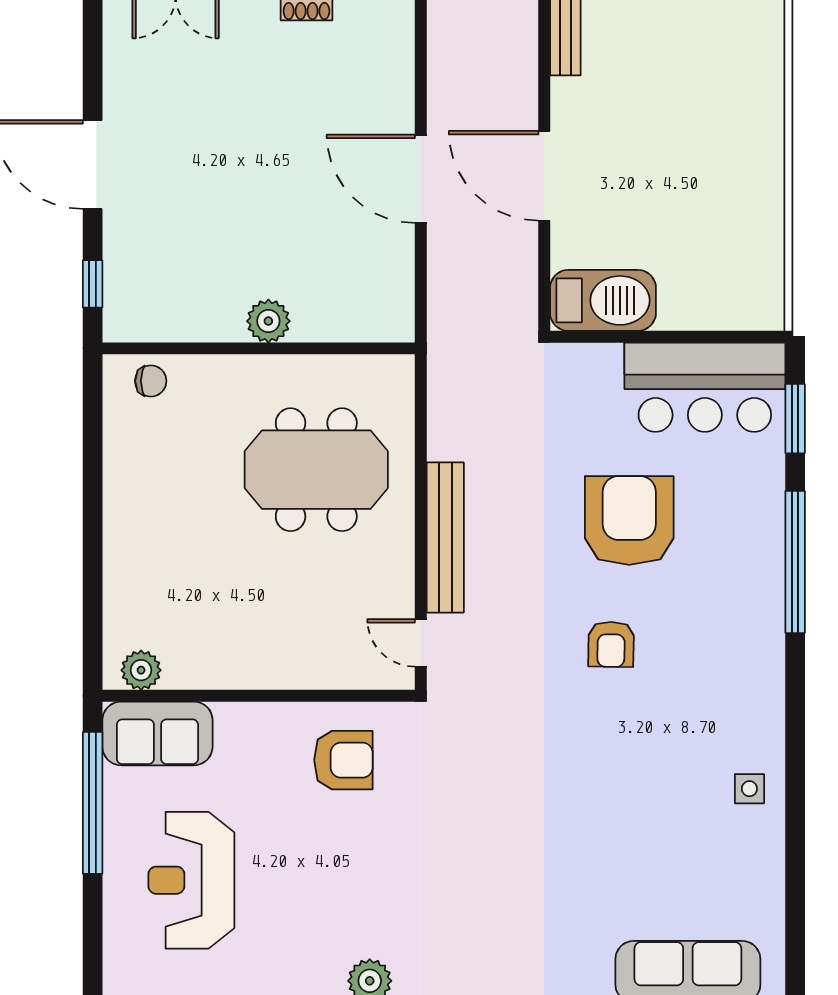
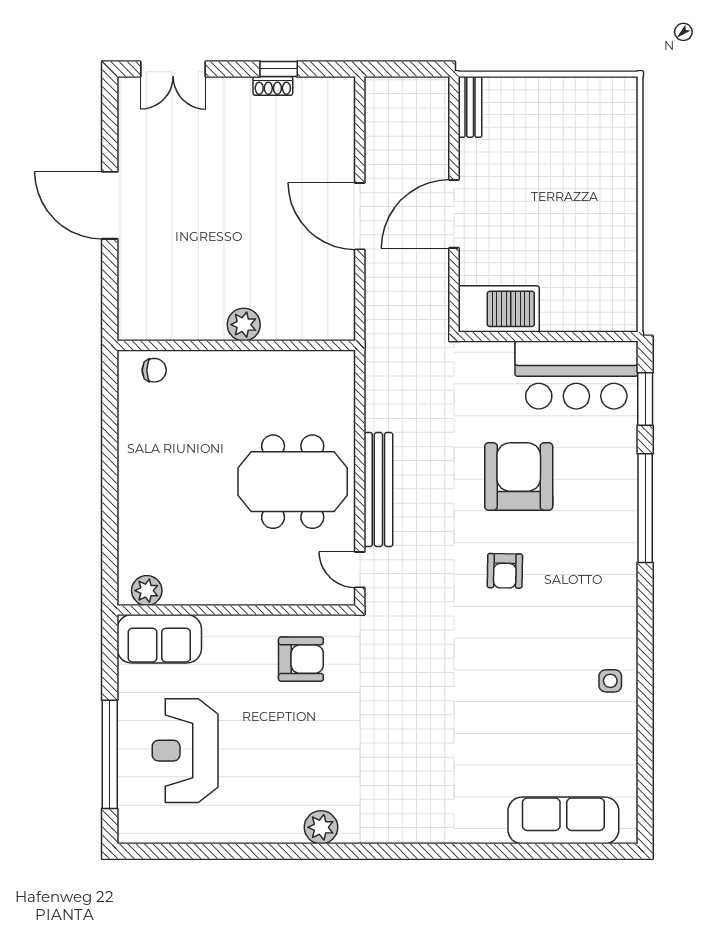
door: (544, 176) -> (454, 214), hinge flipped
window: (93, 284) -> (110, 296), removed
meeting table: (316, 470) -> (293, 482), moved
window: (93, 803) -> (110, 754), moved

